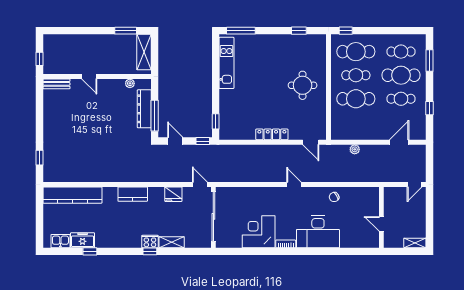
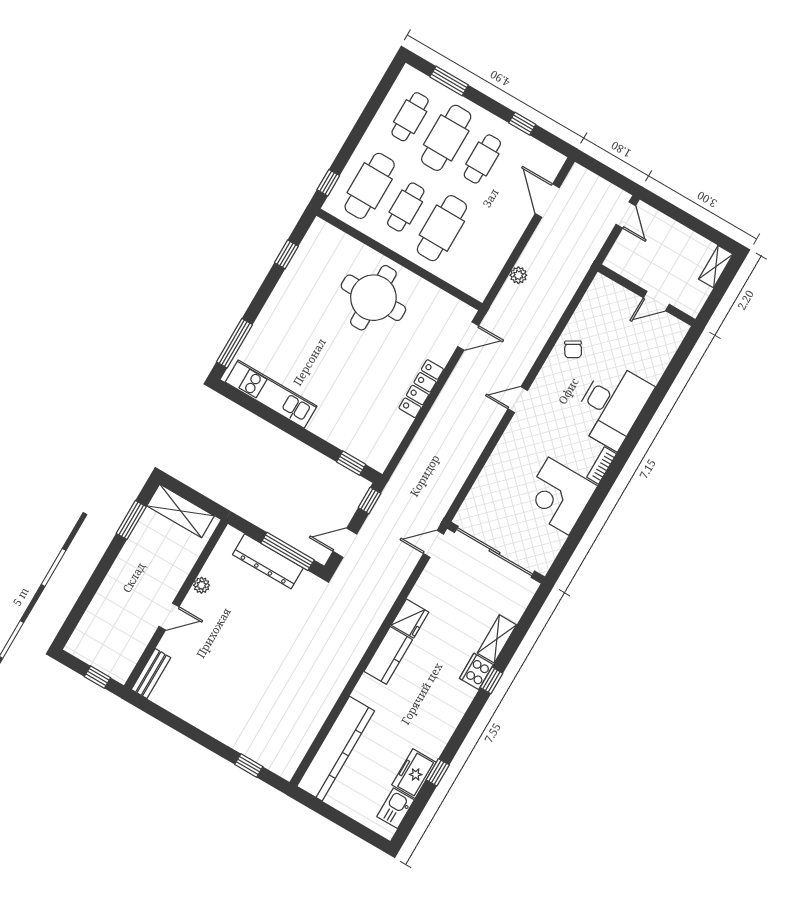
plant: (130, 83) -> (202, 585), moved
round table: (303, 85) -> (373, 298), width x1.36, depth x1.36
fridge: (173, 194) -> (410, 619), moved

